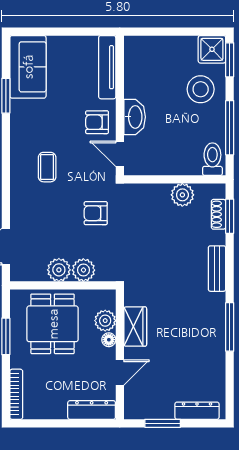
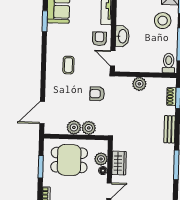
armchair: (97, 122) -> (99, 39), turned 90
plant: (182, 195) -> (139, 84), moved
dining table: (53, 324) -> (69, 160), turned 90

